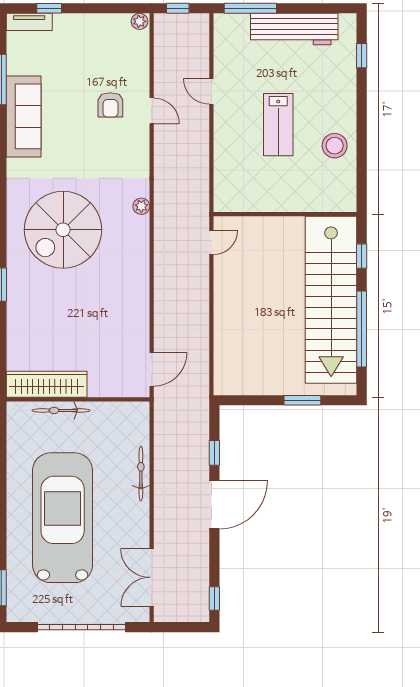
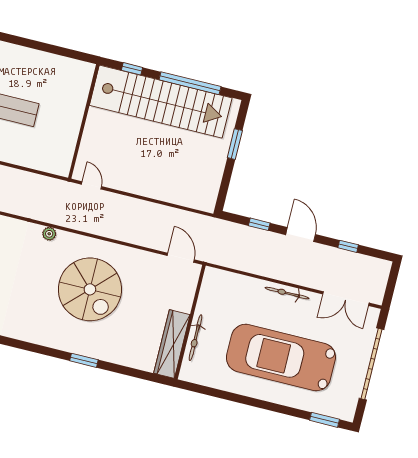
stool: (335, 146) -> (39, 68), removed
spiral stairs: (63, 230) -> (90, 289), moved
bicycle: (141, 473) -> (287, 293), moved
door: (214, 505) -> (301, 235), width x0.73
window: (214, 598) -> (348, 246), moved

